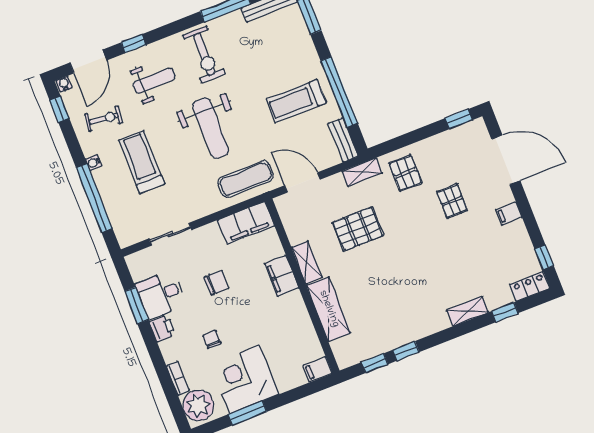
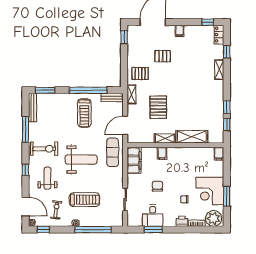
window: (133, 44) -> (25, 170), moved
treadmill: (142, 162) -> (85, 200), turned 180
filing cabinet: (282, 276) -> (162, 153), width x0.50
printer: (162, 328) -> (182, 221), moved

